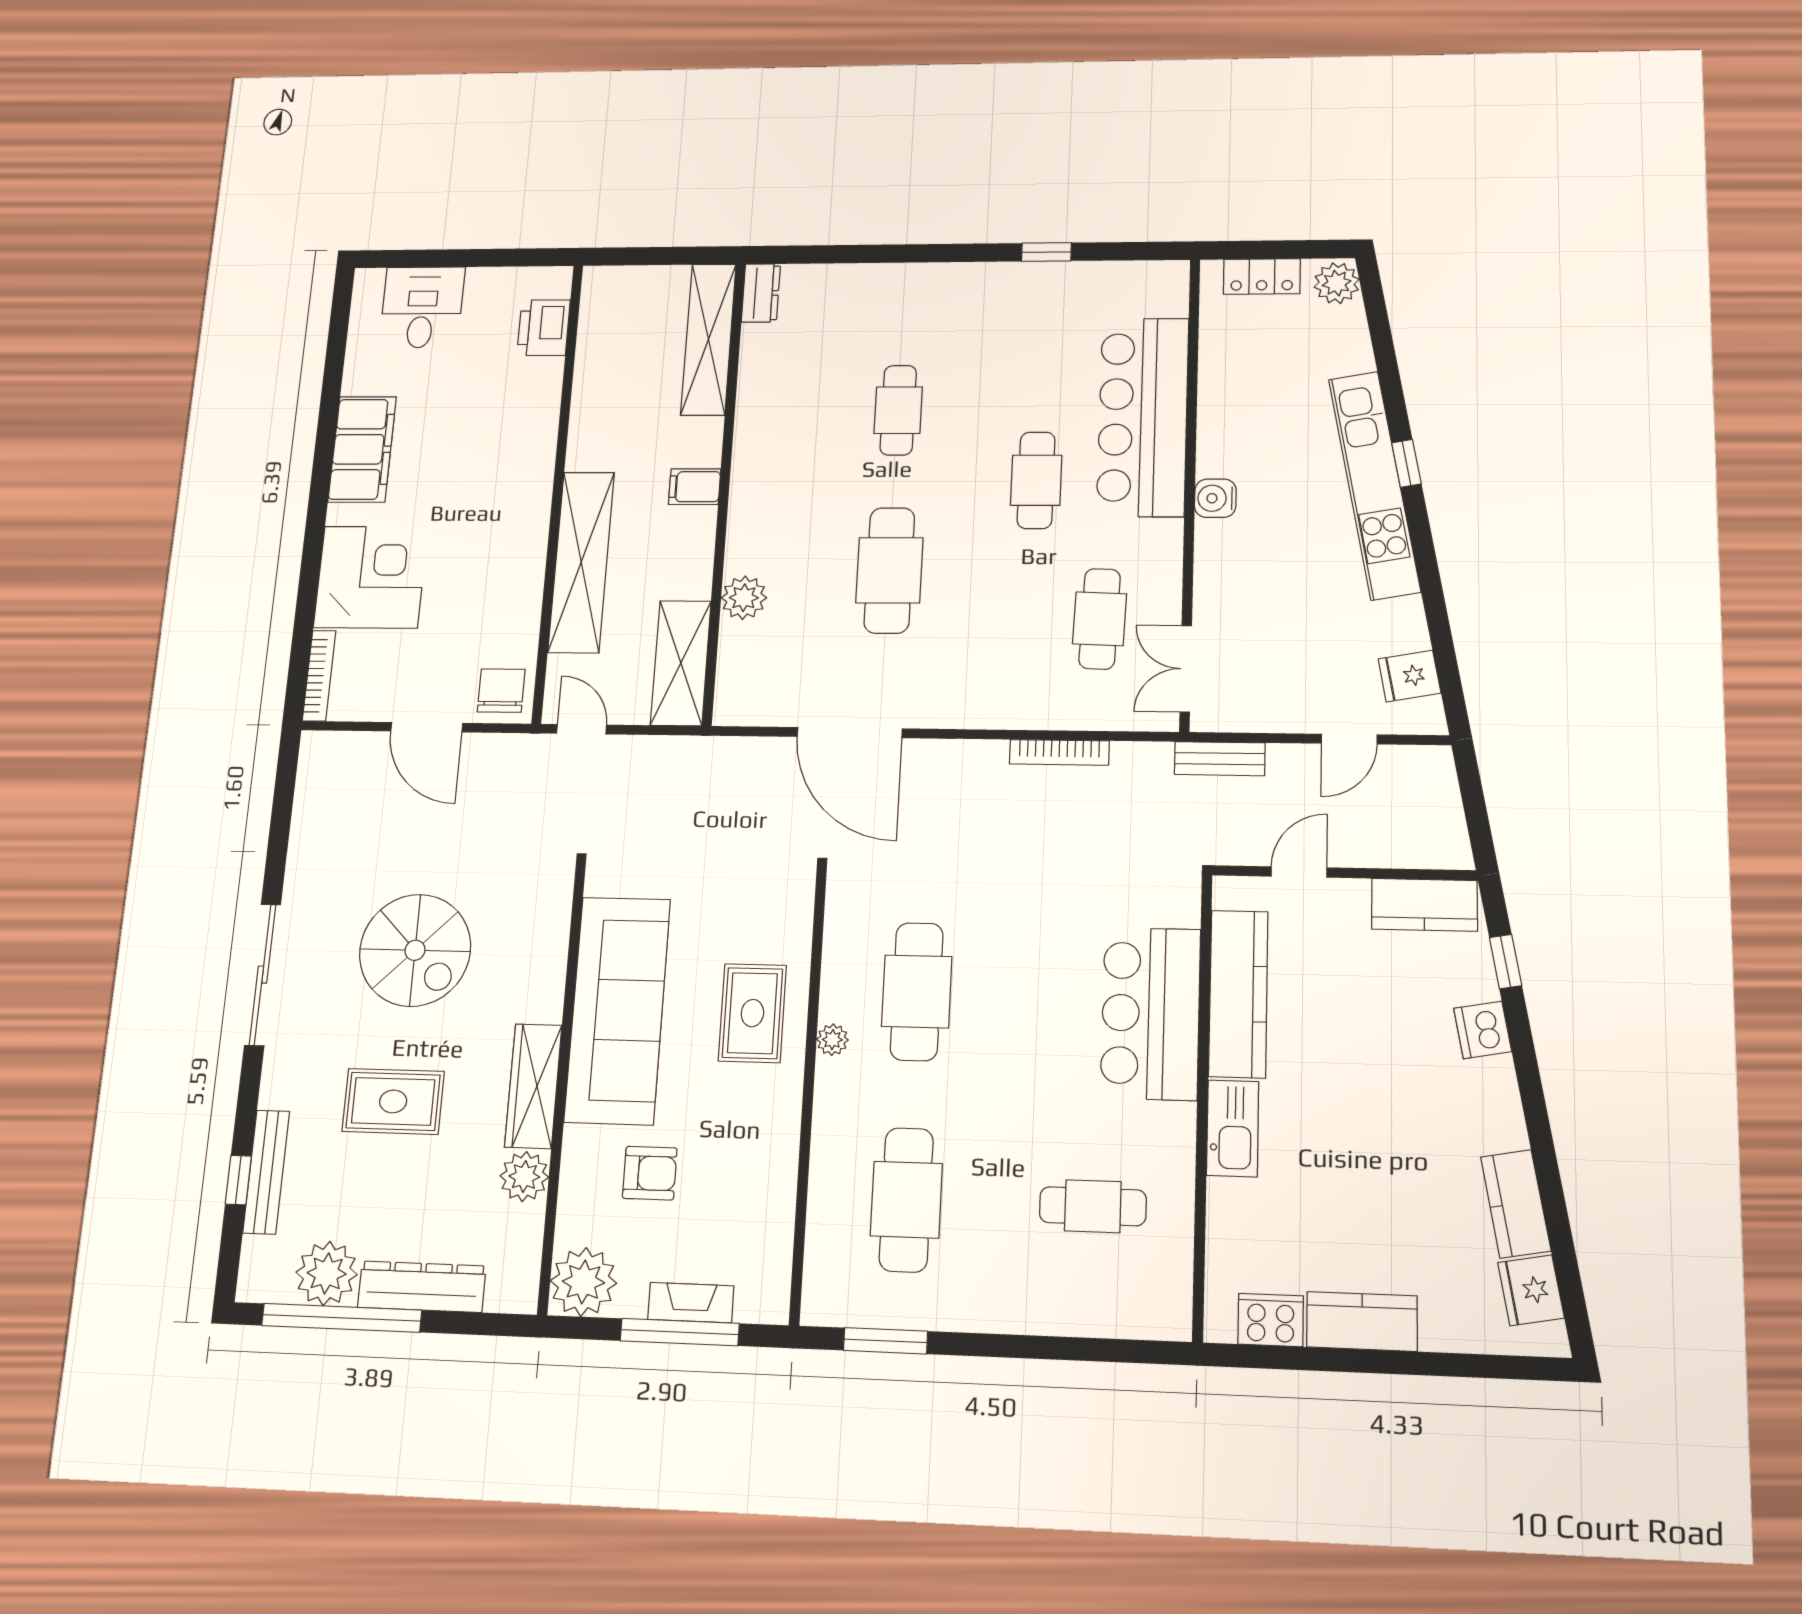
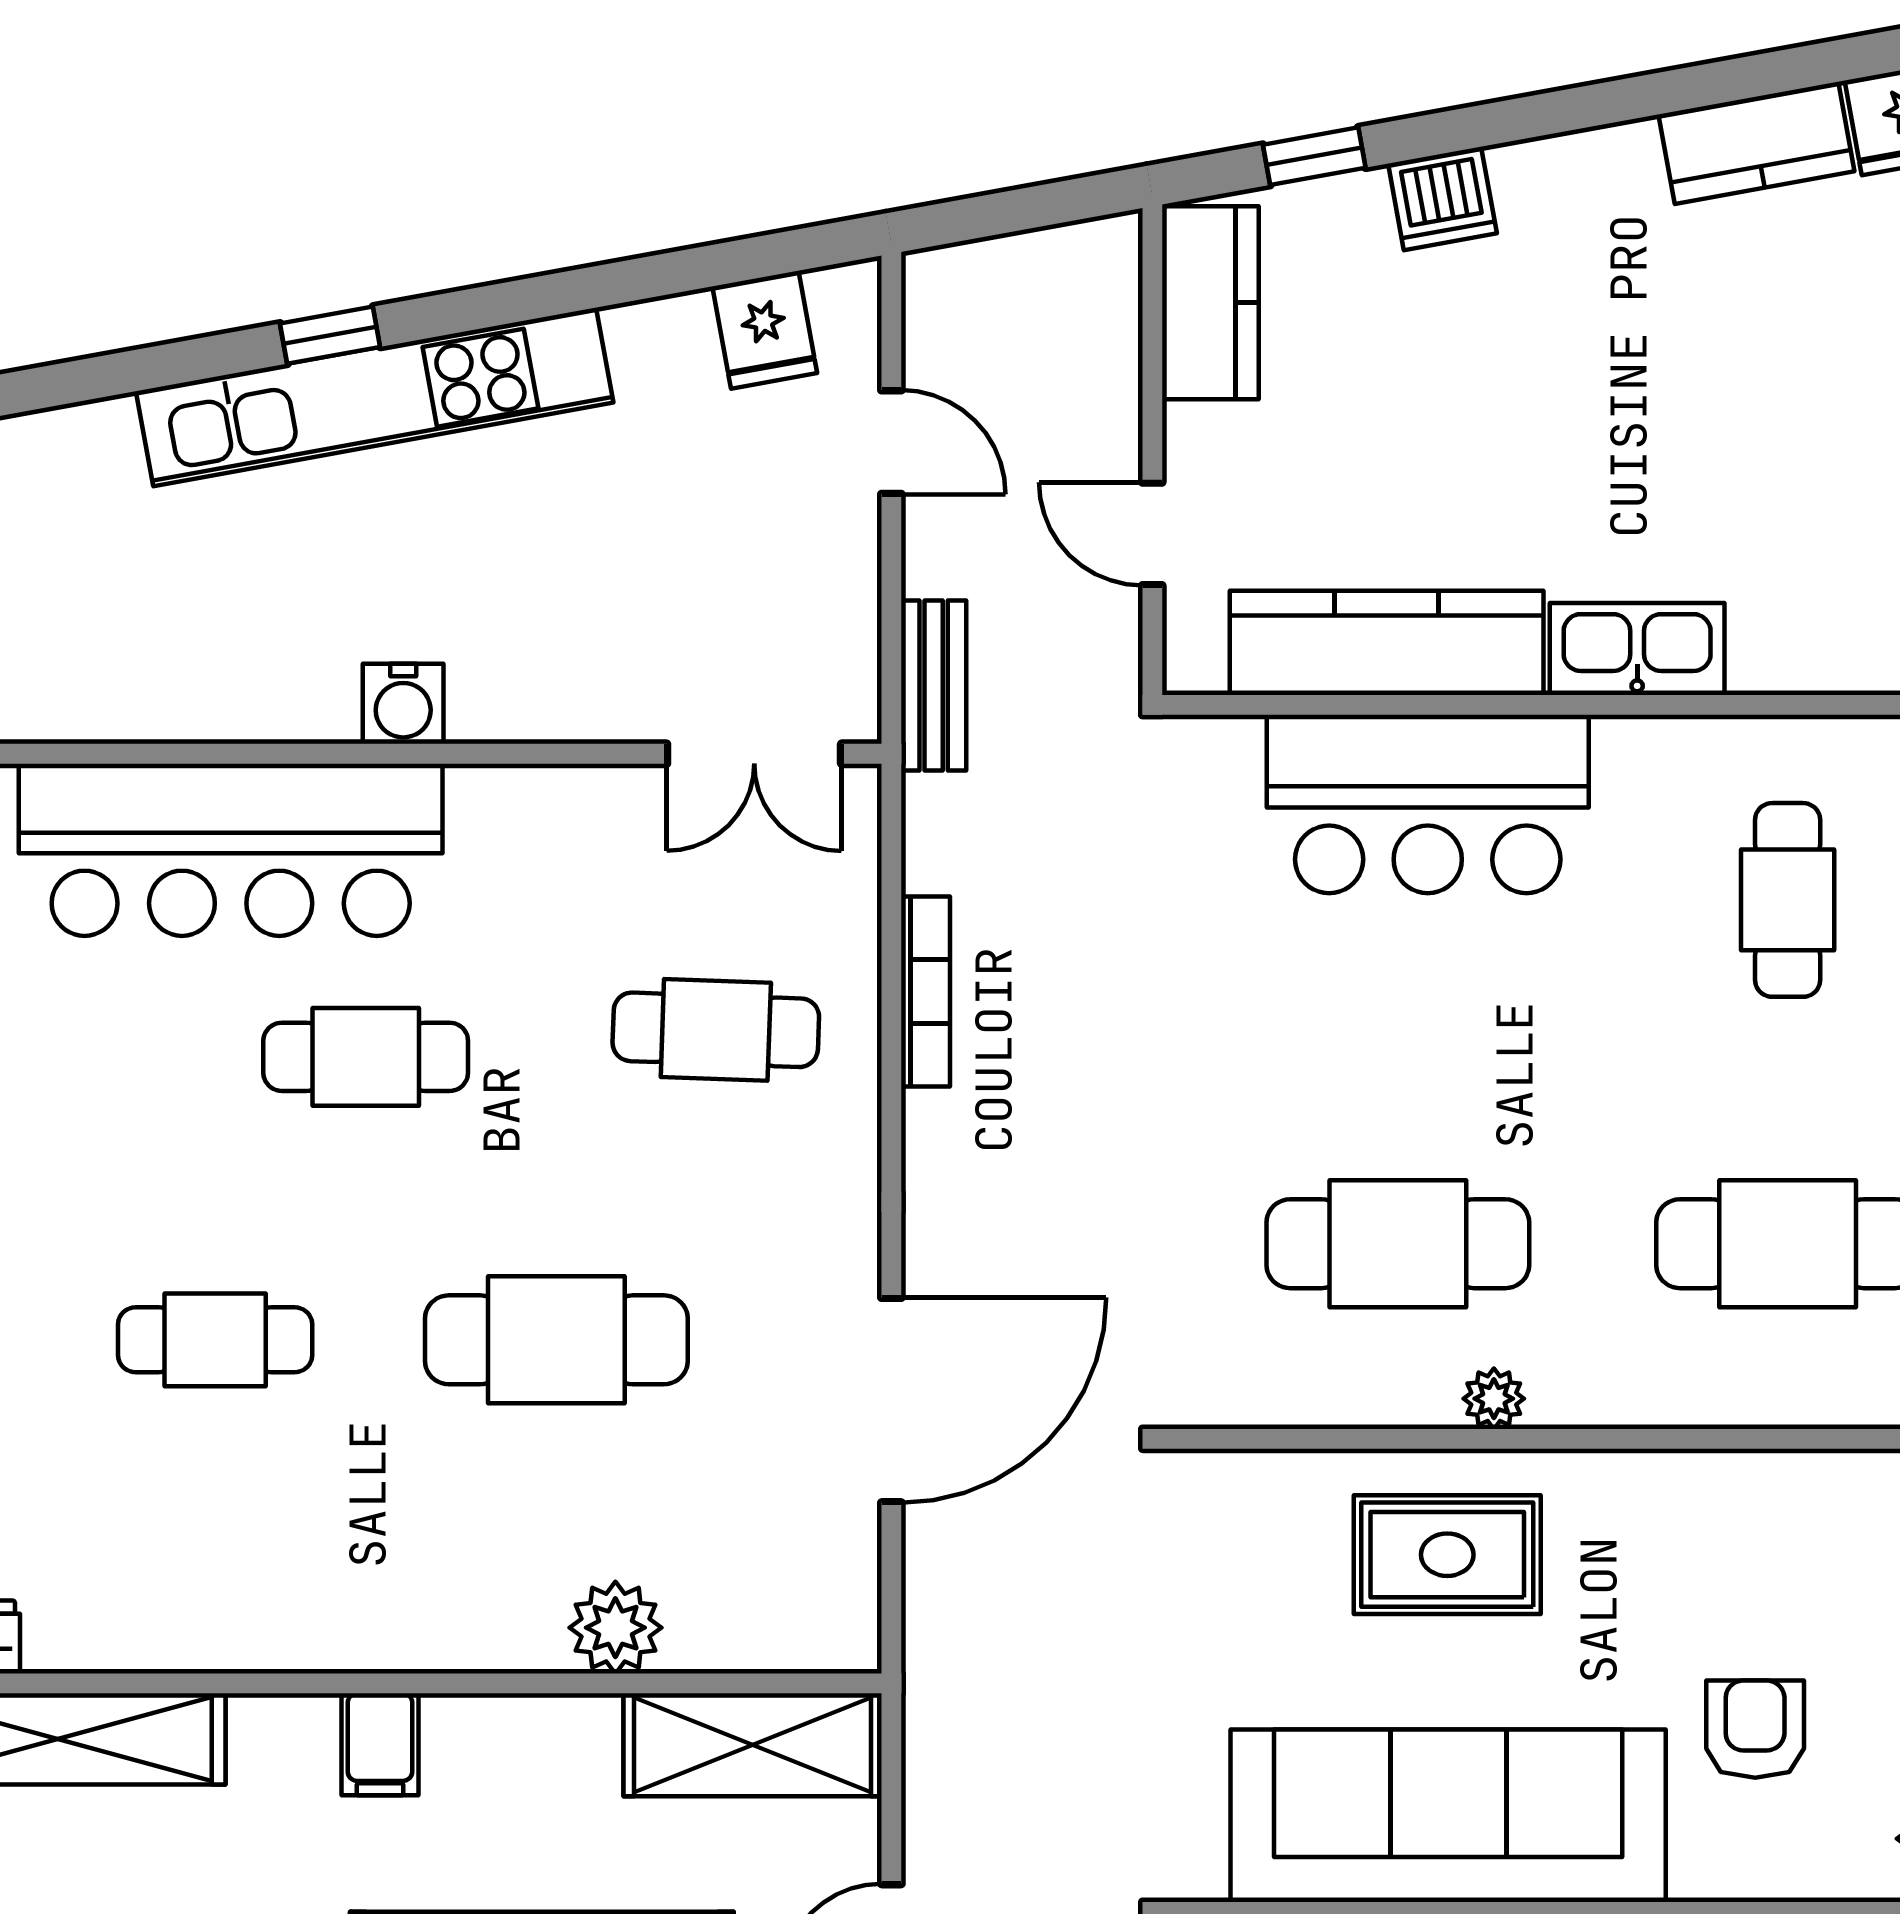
cafe table: (1100, 619) -> (716, 1030), moved

